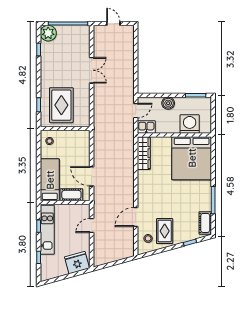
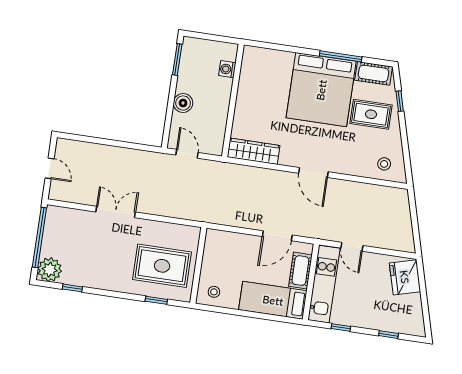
door: (113, 24) -> (50, 168), swing flipped
washing machine: (190, 124) -> (227, 69), width x0.53, depth x0.53
kitchen sink: (146, 127) -> (214, 141), removed
bed: (192, 158) -> (321, 90), moved, turned 90
door: (136, 217) -> (313, 172), moved
kitchen unit: (47, 230) -> (324, 284), moved, turned 90
rug: (165, 231) -> (371, 114), moved

